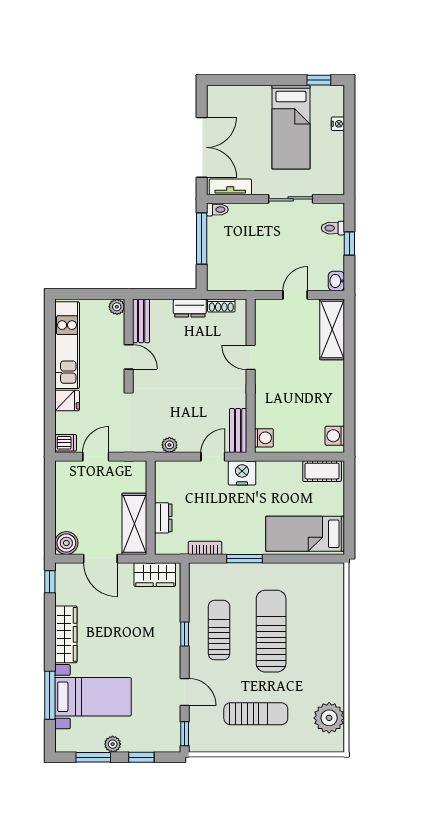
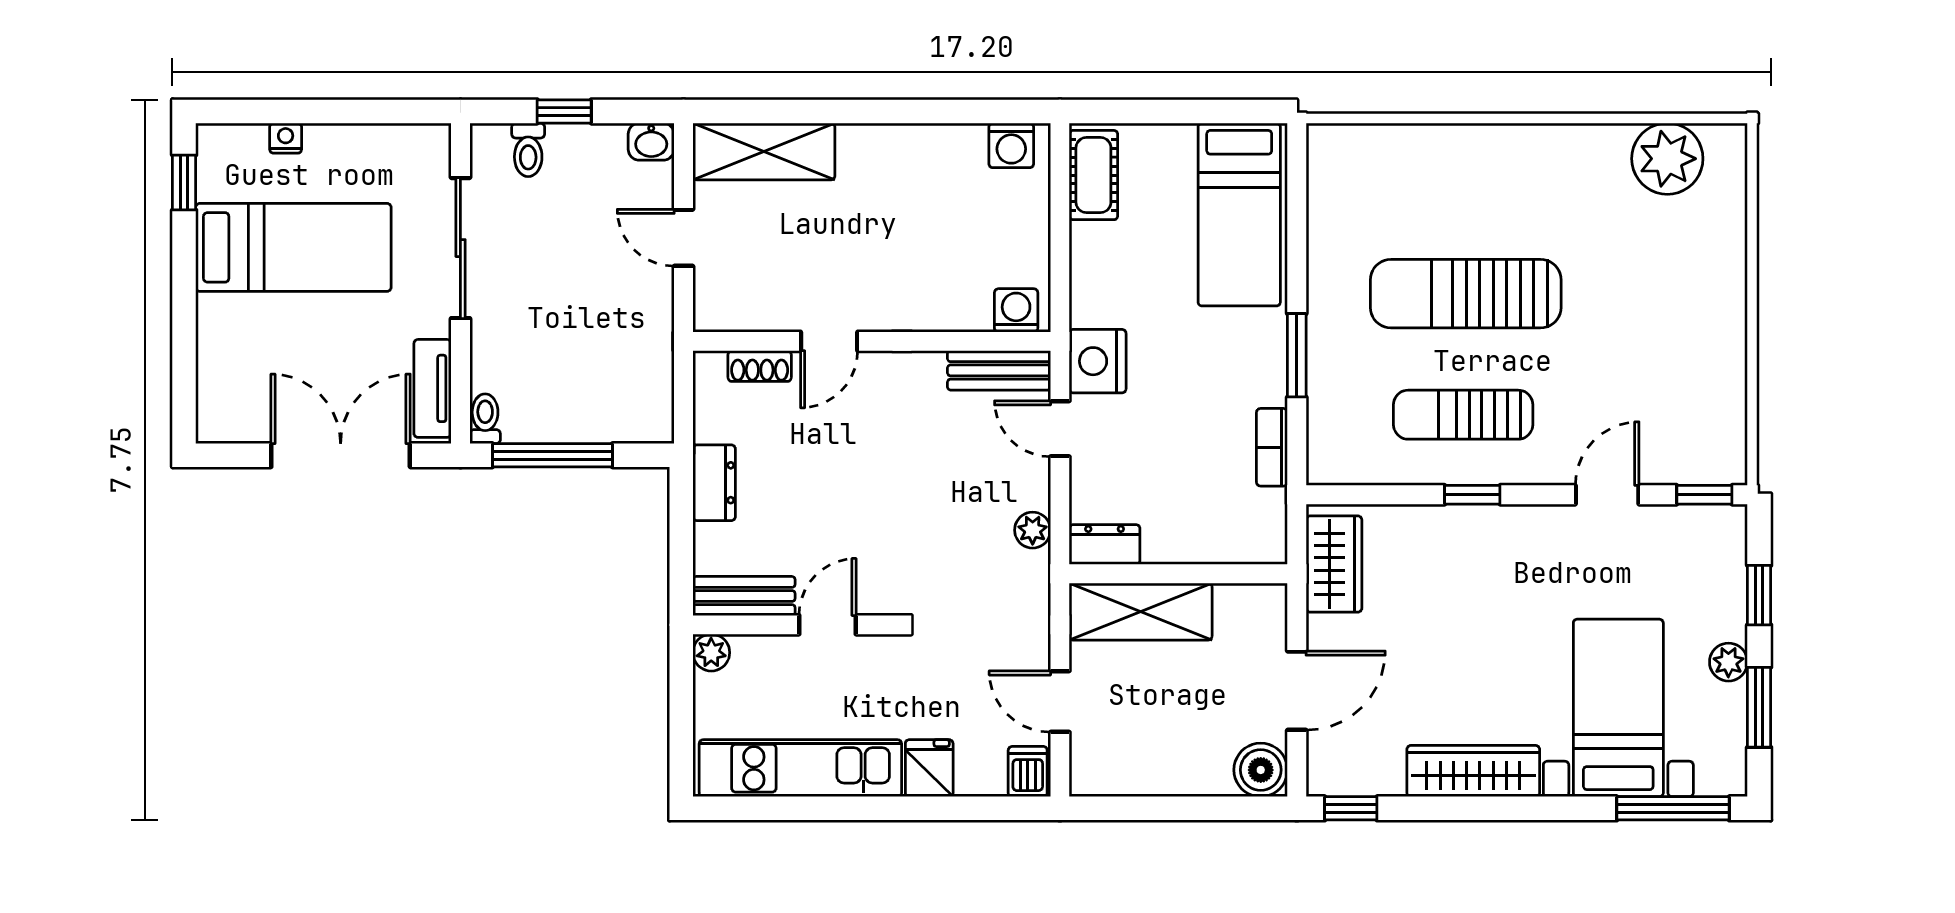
sliding door: (291, 199) -> (460, 248), width x1.37
shoe rack: (221, 305) -> (760, 366), moved, turned 90
dresser: (163, 518) -> (1105, 545), moved
shelving: (134, 524) -> (1141, 612), moved
window: (50, 695) -> (1673, 808), moved
sun lounger: (256, 714) -> (1658, 329), removed

